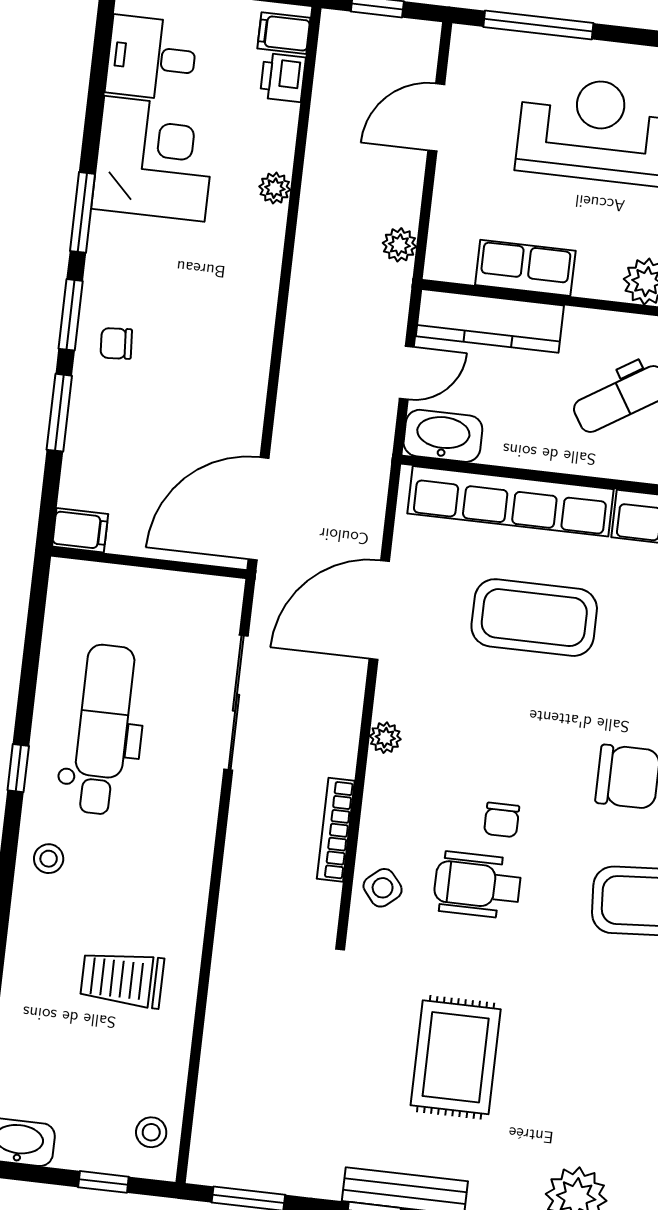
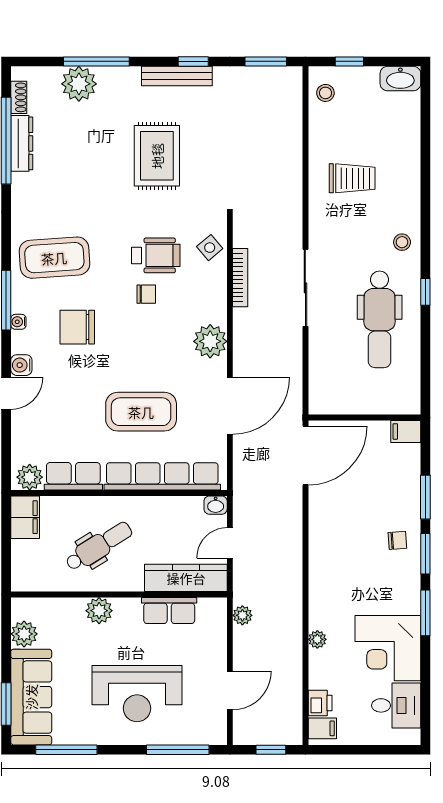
washbasin: (443, 436) -> (216, 505), width x0.52, depth x0.69
sliding door: (236, 703) -> (305, 288), moved
plant: (385, 738) -> (210, 341), width x1.88, depth x1.88
chair: (502, 820) -> (146, 294), turned 90

